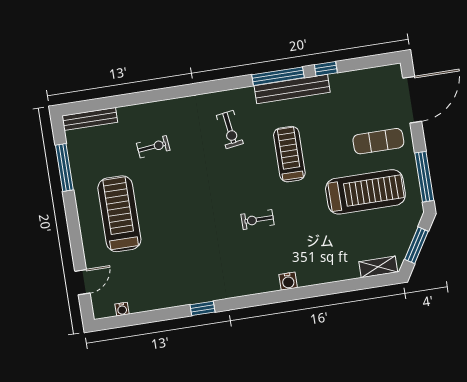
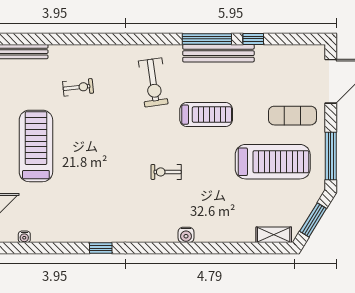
exercise bike: (230, 130) -> (153, 82), width x1.38, depth x1.39
treadmill: (289, 154) -> (206, 115), turned 90

